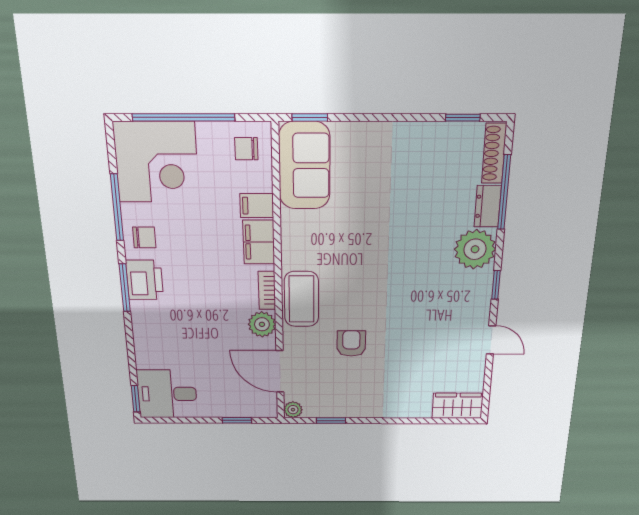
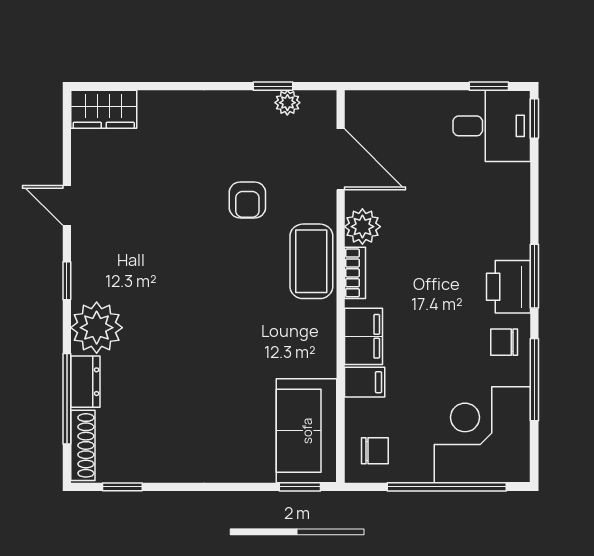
plant: (293, 410) -> (287, 103), moved
window: (237, 420) -> (489, 86), moved

